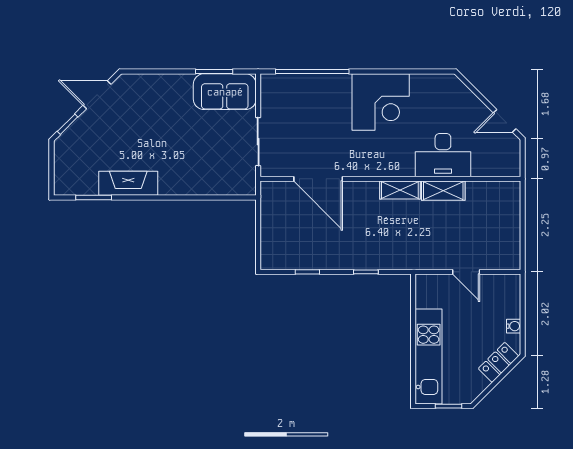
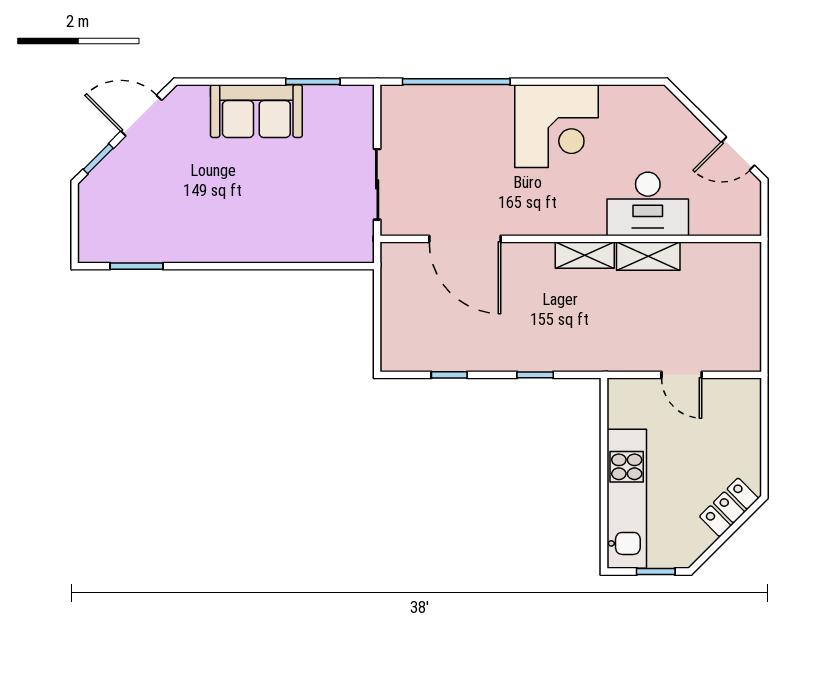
sofa: (225, 92) -> (256, 111), moved
fireplace: (128, 183) -> (187, 245), removed
water cooler: (514, 326) -> (751, 454), removed

